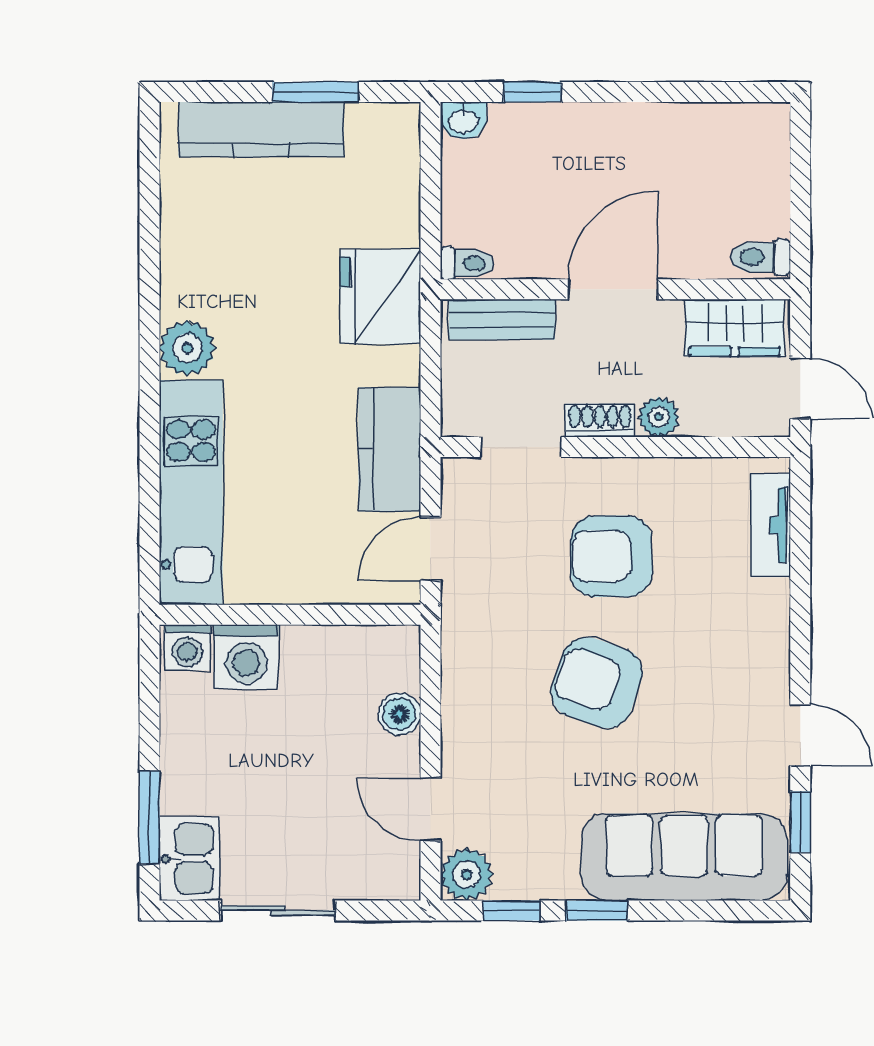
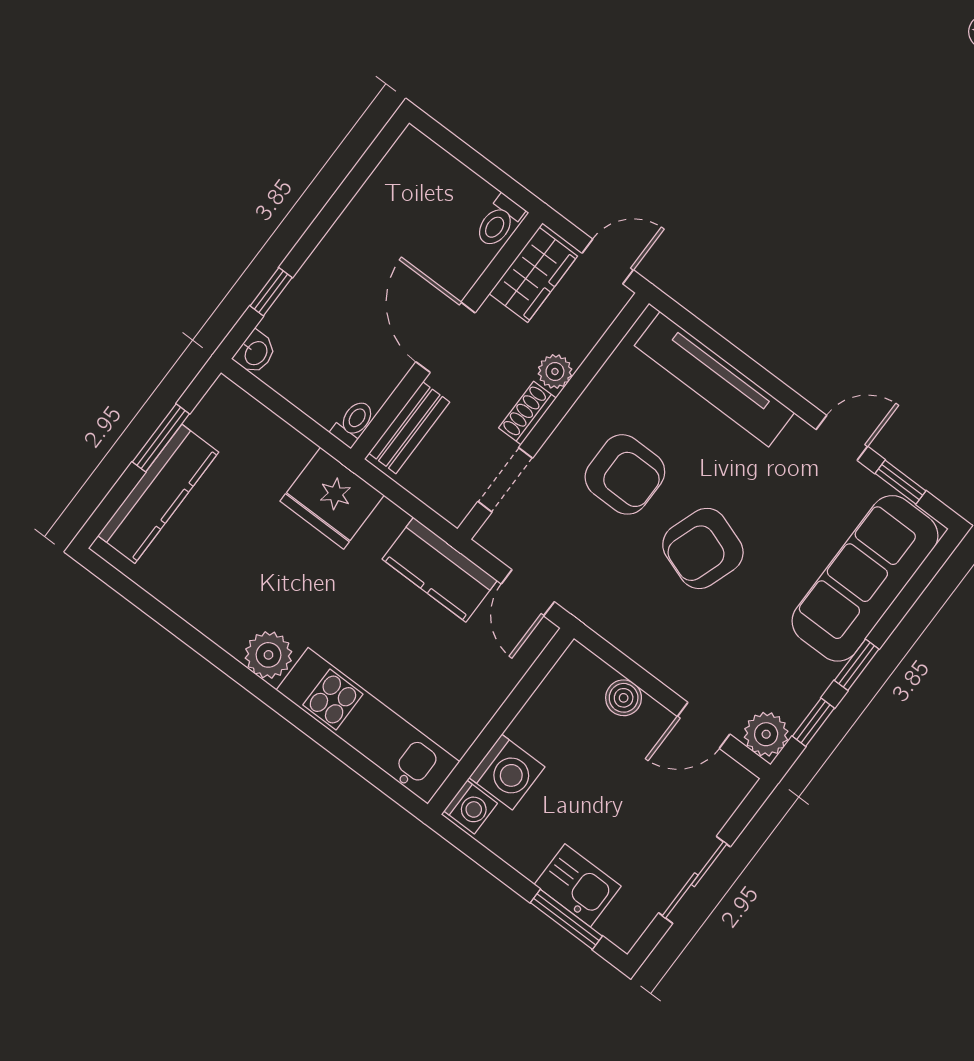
tv unit: (771, 525) -> (714, 379), width x1.92, depth x1.29
armchair: (611, 556) -> (625, 474), turned -90
kitchen sink: (190, 859) -> (578, 885), moved

